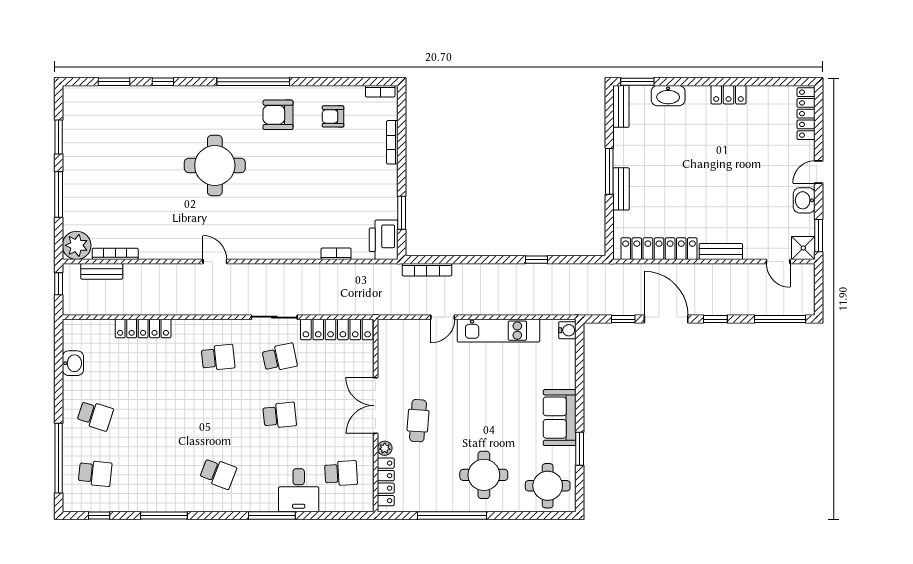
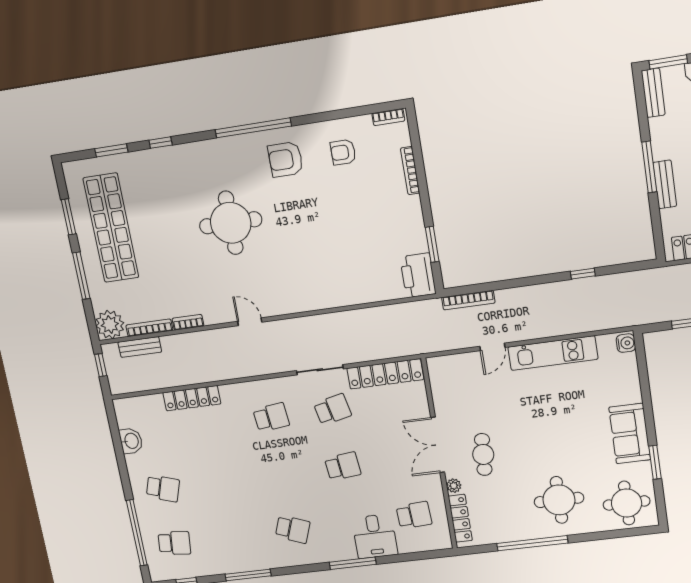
shop shelf: (98, 153) -> (111, 228), added
bookcase: (336, 254) -> (188, 322), moved

